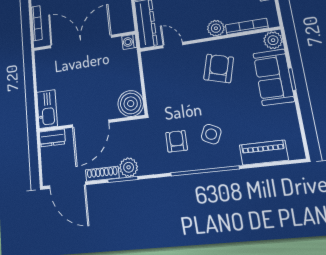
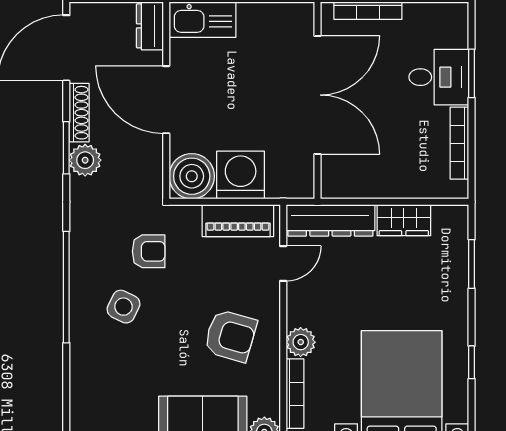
washing machine: (129, 42) -> (241, 175), moved, width x1.89, depth x1.89
armchair: (177, 141) -> (149, 251), moved
piano: (264, 153) -> (238, 221), moved, turned 90

